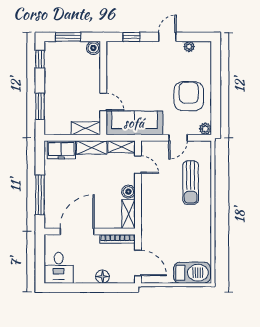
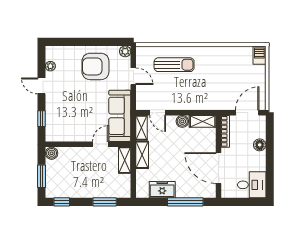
freezer: (61, 150) -> (162, 190), moved, turned -90
door: (138, 165) -> (158, 113), swing flipped
barbecue: (192, 273) -> (259, 56), width x0.53, depth x0.65

